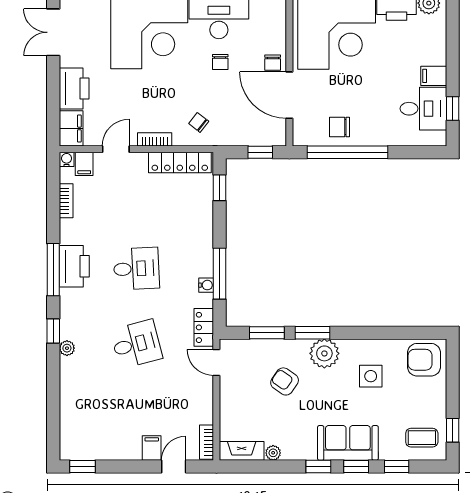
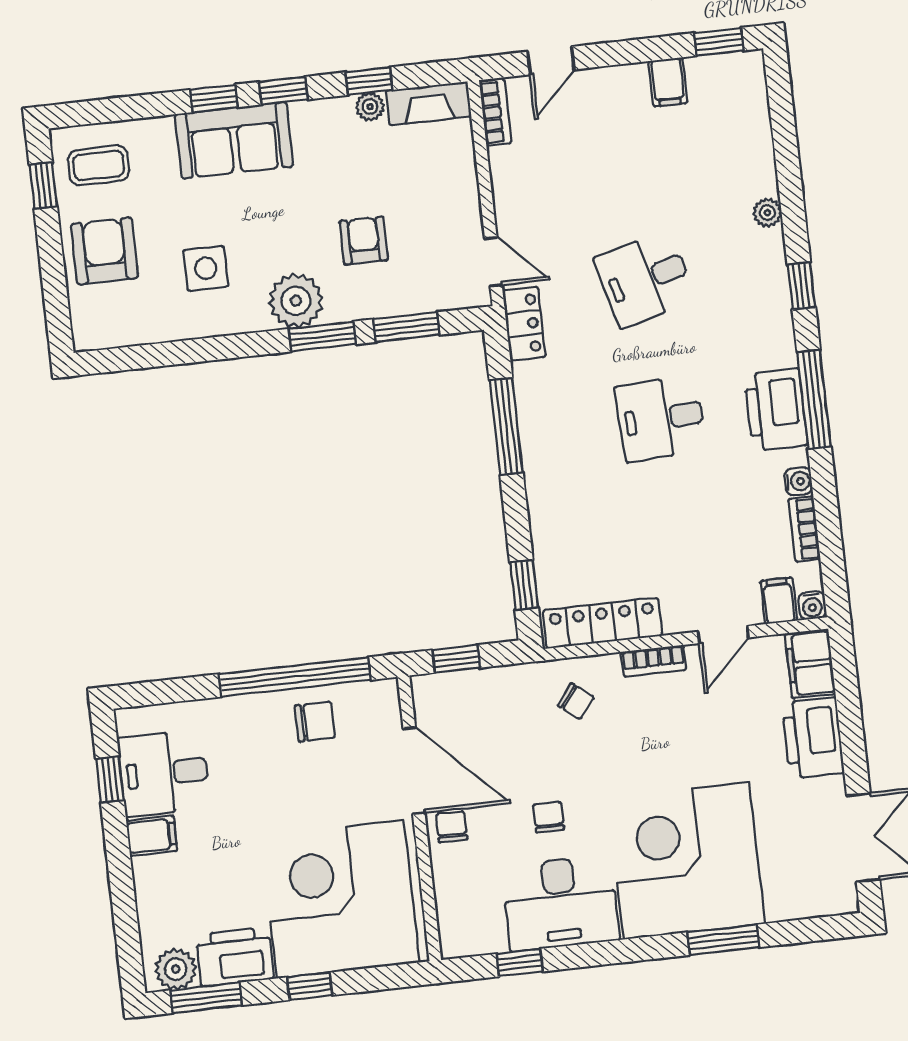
water cooler: (206, 285) -> (798, 481), moved, turned 180
plant: (67, 348) -> (767, 213), moved
armchair: (424, 360) -> (104, 251), moved, turned -90
armchair: (285, 381) -> (364, 241), turned -125
filing cabinet: (152, 448) -> (668, 82), moved
window: (397, 466) -> (369, 81), moved

